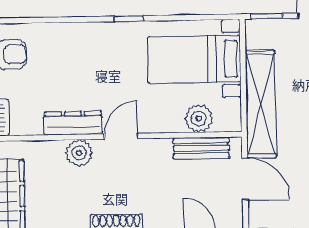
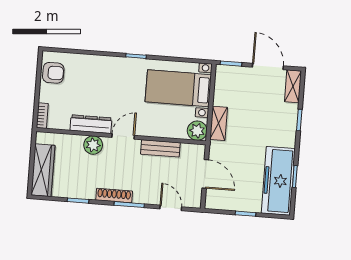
shelving: (261, 104) -> (219, 123), width x0.45, depth x0.75
plant: (199, 118) -> (197, 131), moved
bench: (201, 148) -> (160, 148), moved

